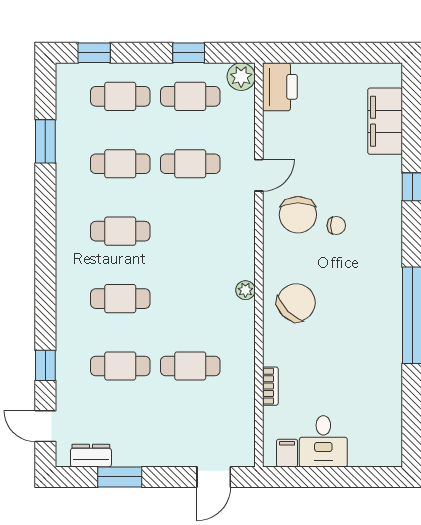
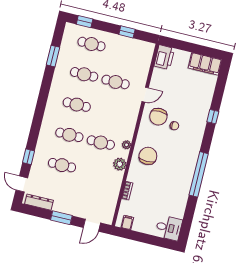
plant: (241, 77) -> (120, 164), moved
cafe table: (190, 96) -> (123, 52), removed
filing cabinet: (385, 121) -> (205, 64), moved, turned -90
chair: (296, 303) -> (148, 156), turned -45
cafe table: (190, 366) -> (101, 143), moved
desk: (323, 441) -> (169, 228), moved, turned -90
dresser: (91, 456) -> (39, 202), width x1.44
window: (120, 477) -> (61, 218), moved

